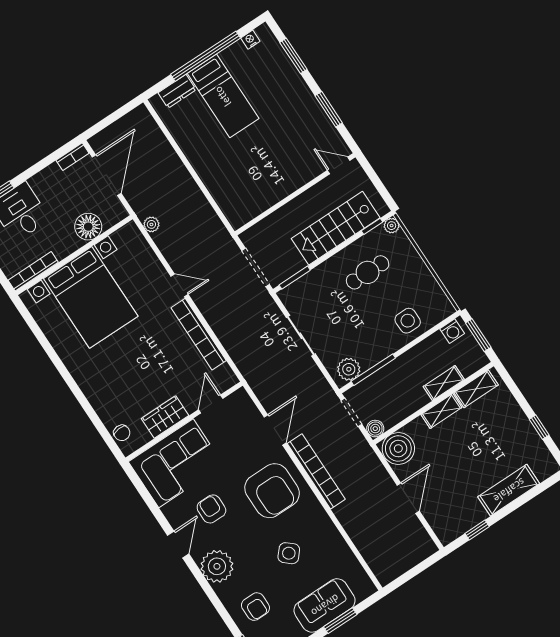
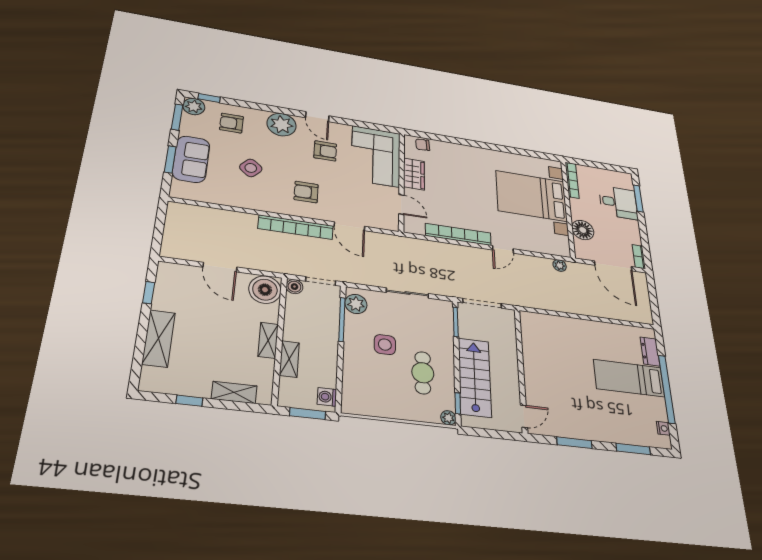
side table: (408, 321) -> (385, 345), moved
shelving: (476, 389) -> (234, 392), moved, turned 90
armchair: (272, 491) -> (306, 192), width x0.53, depth x0.53

